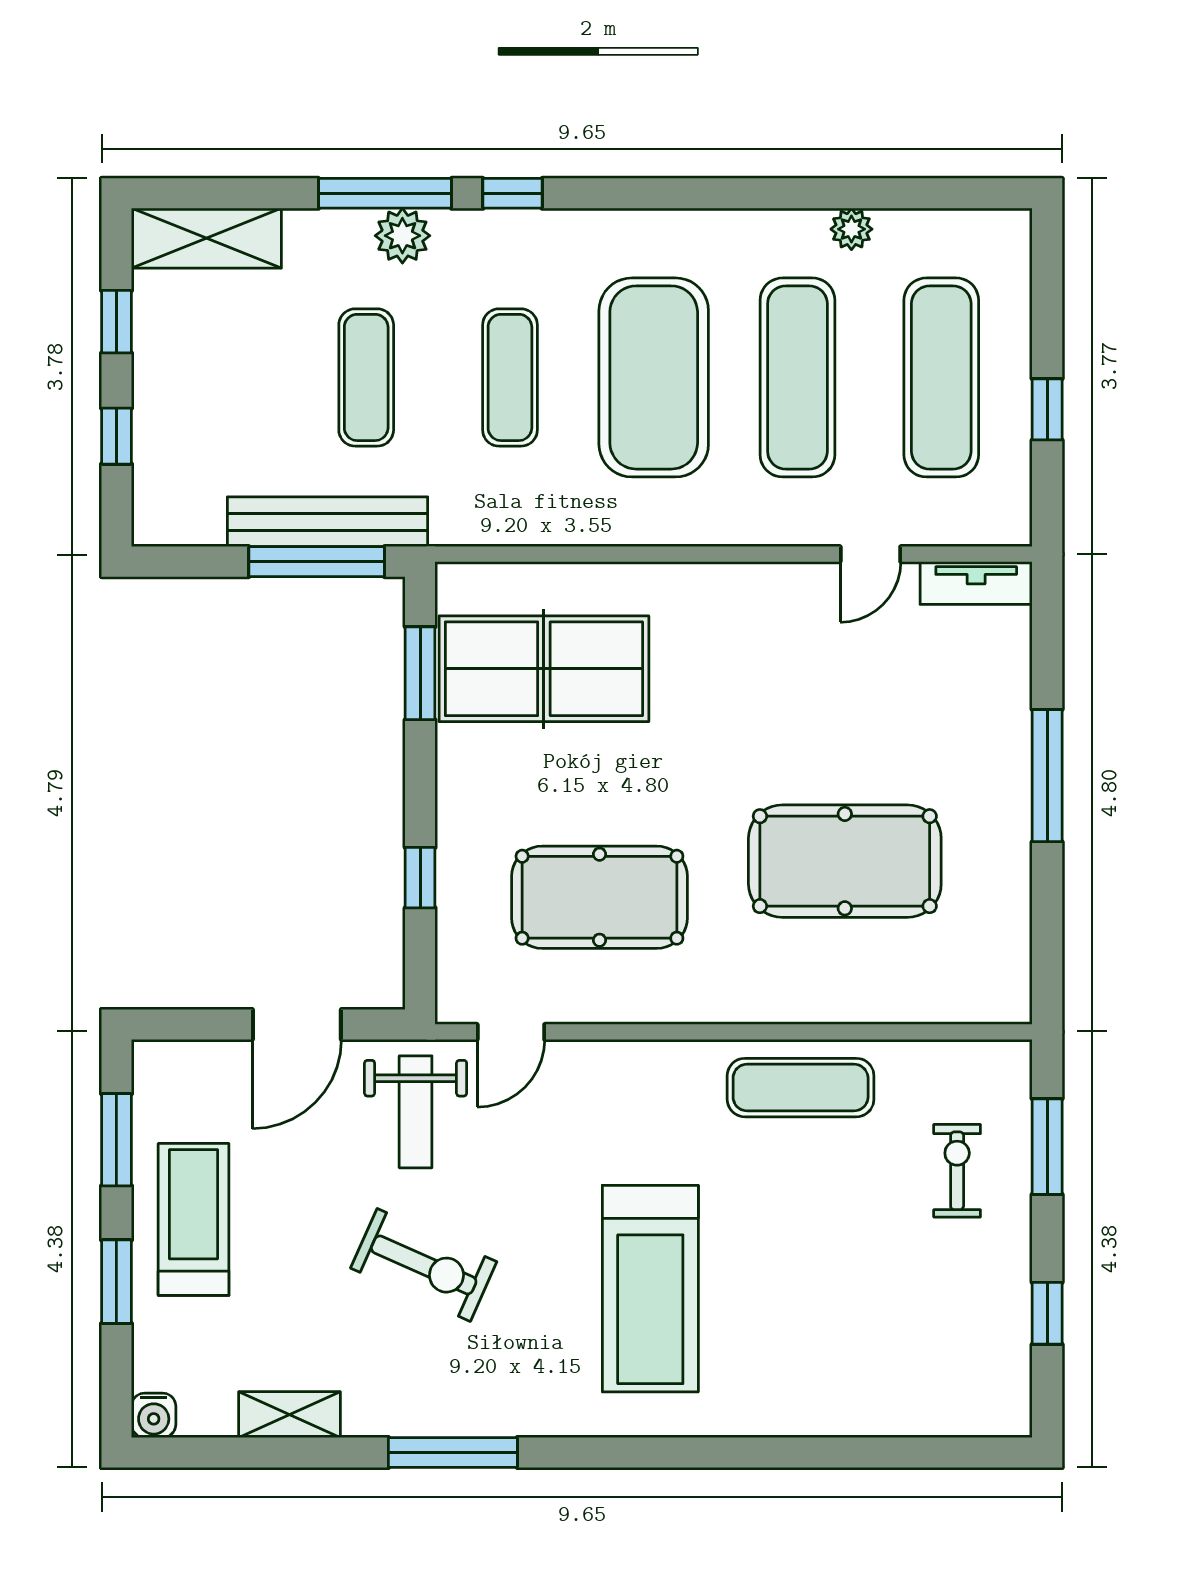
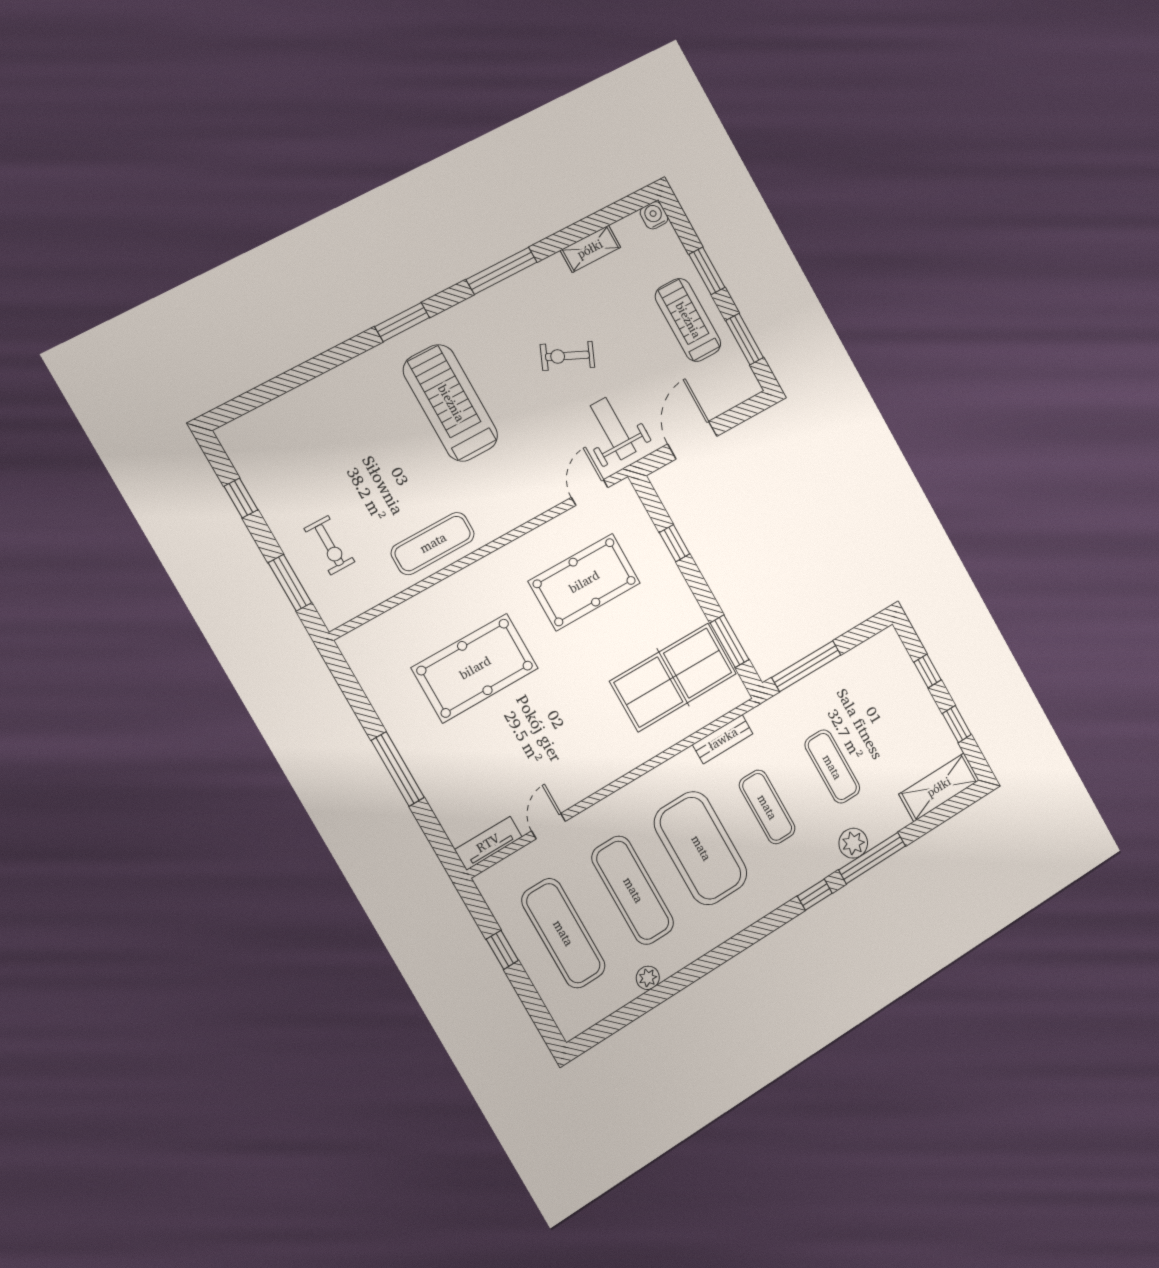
bench: (327, 522) -> (723, 739), moved, width x0.54, depth x0.82
treadmill: (194, 1219) -> (688, 320), turned 180
exercise bike: (424, 1265) -> (567, 356), width x0.73, depth x0.72
window: (654, 1452) -> (402, 322), added

